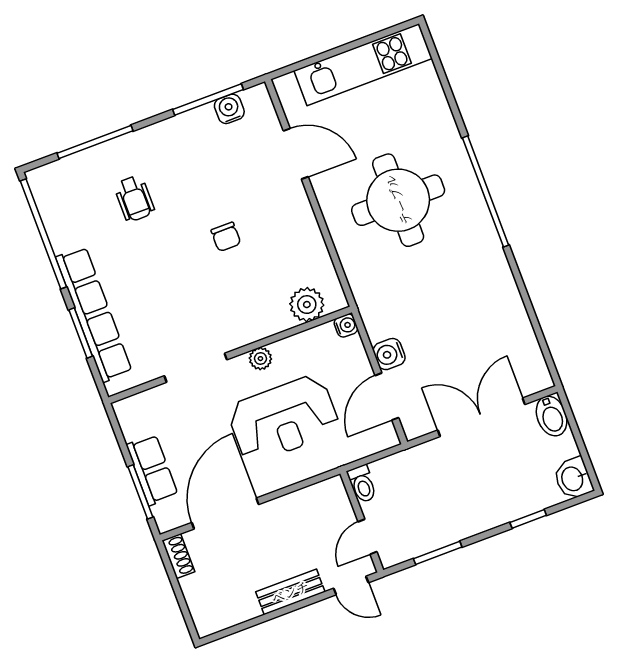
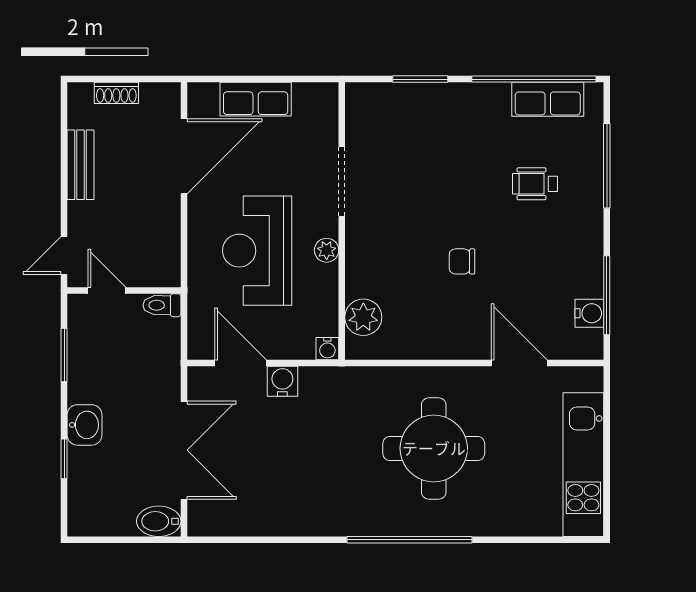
door: (296, 154) -> (519, 363), swing flipped
row of seats: (94, 314) -> (548, 99), moved, width x0.50
washbasin: (573, 479) -> (85, 425), moved, turned 90
window: (140, 492) -> (238, 79), removed
door: (225, 513) -> (184, 156), hinge flipped
shoe rack: (178, 556) -> (116, 93), moved
bench: (290, 592) -> (81, 165), moved

